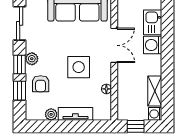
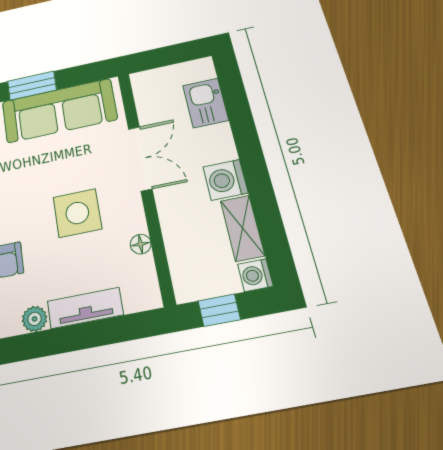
washing machine: (153, 45) -> (225, 180), moved

